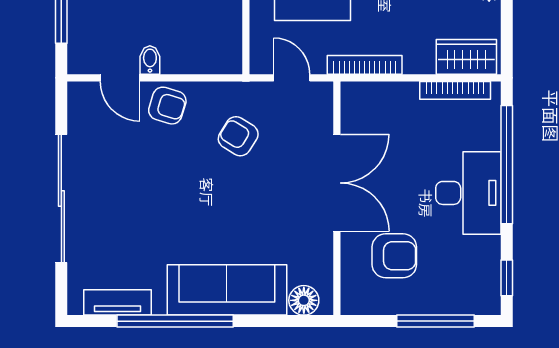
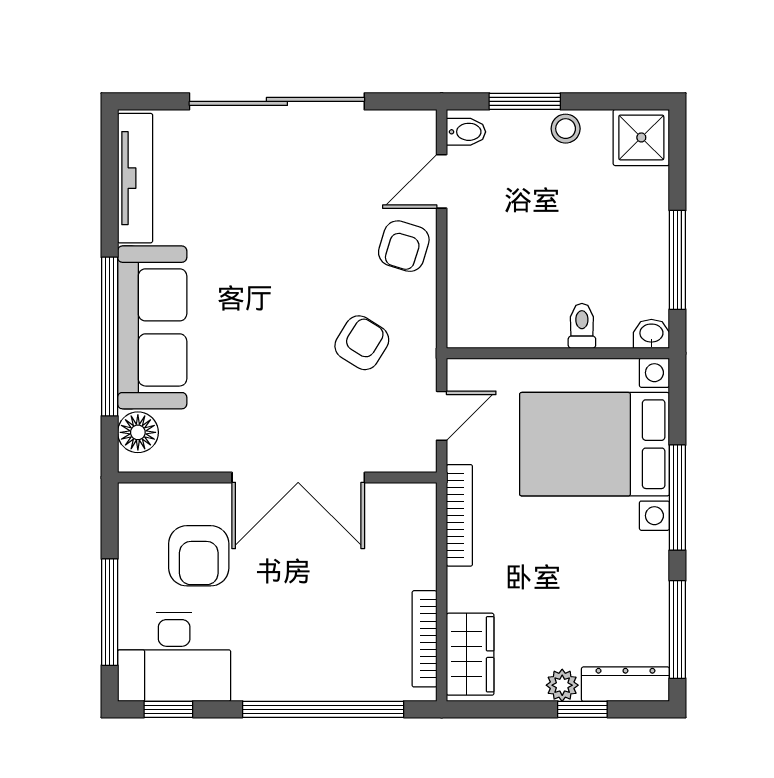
bidet: (150, 60) -> (466, 132), moved
desk: (468, 193) -> (174, 657), moved
tv unit: (118, 302) -> (135, 178), width x1.41
window: (175, 321) -> (110, 337), moved

